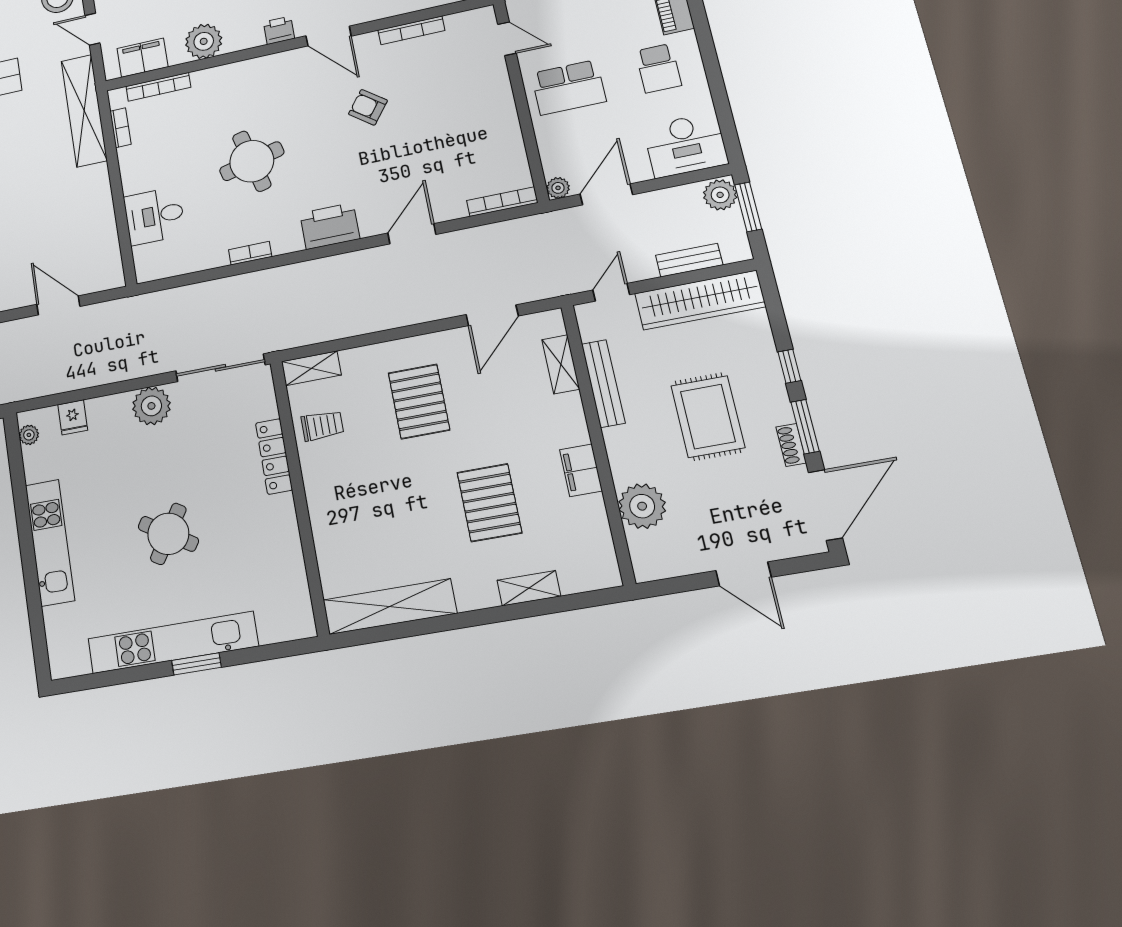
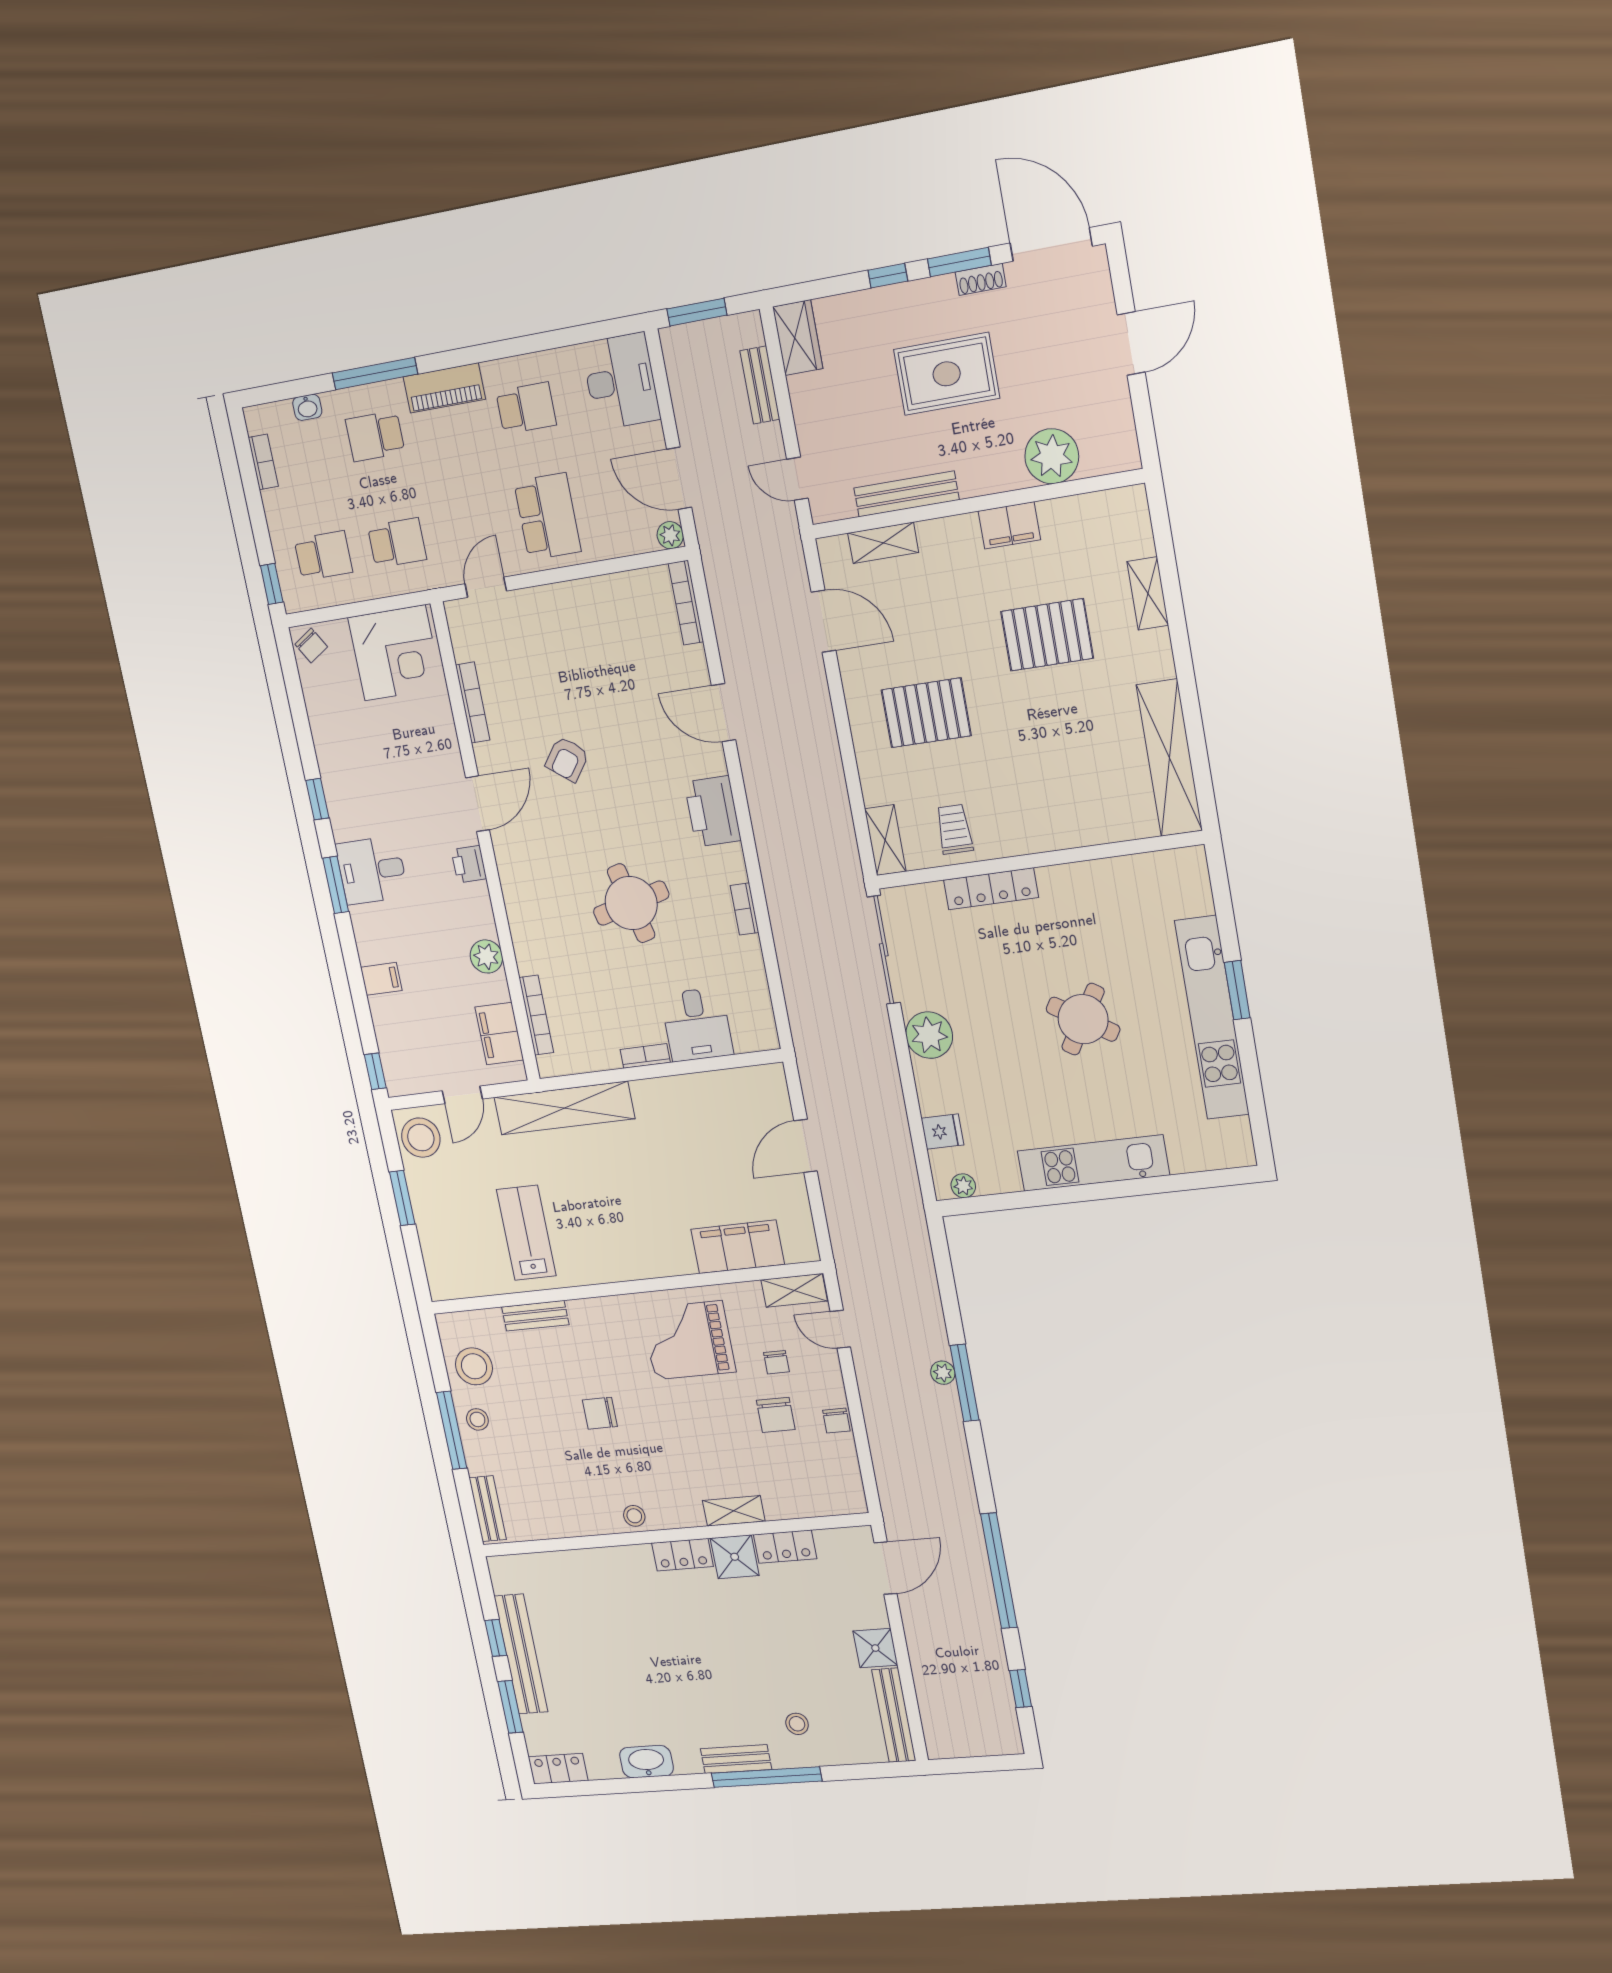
plant: (204, 41) -> (486, 957), width x0.73, depth x0.73
bookcase: (121, 128) -> (645, 1056), moved
plant: (720, 195) -> (682, 344), removed
wardrobe: (700, 300) -> (798, 338), width x0.48, depth x0.85

